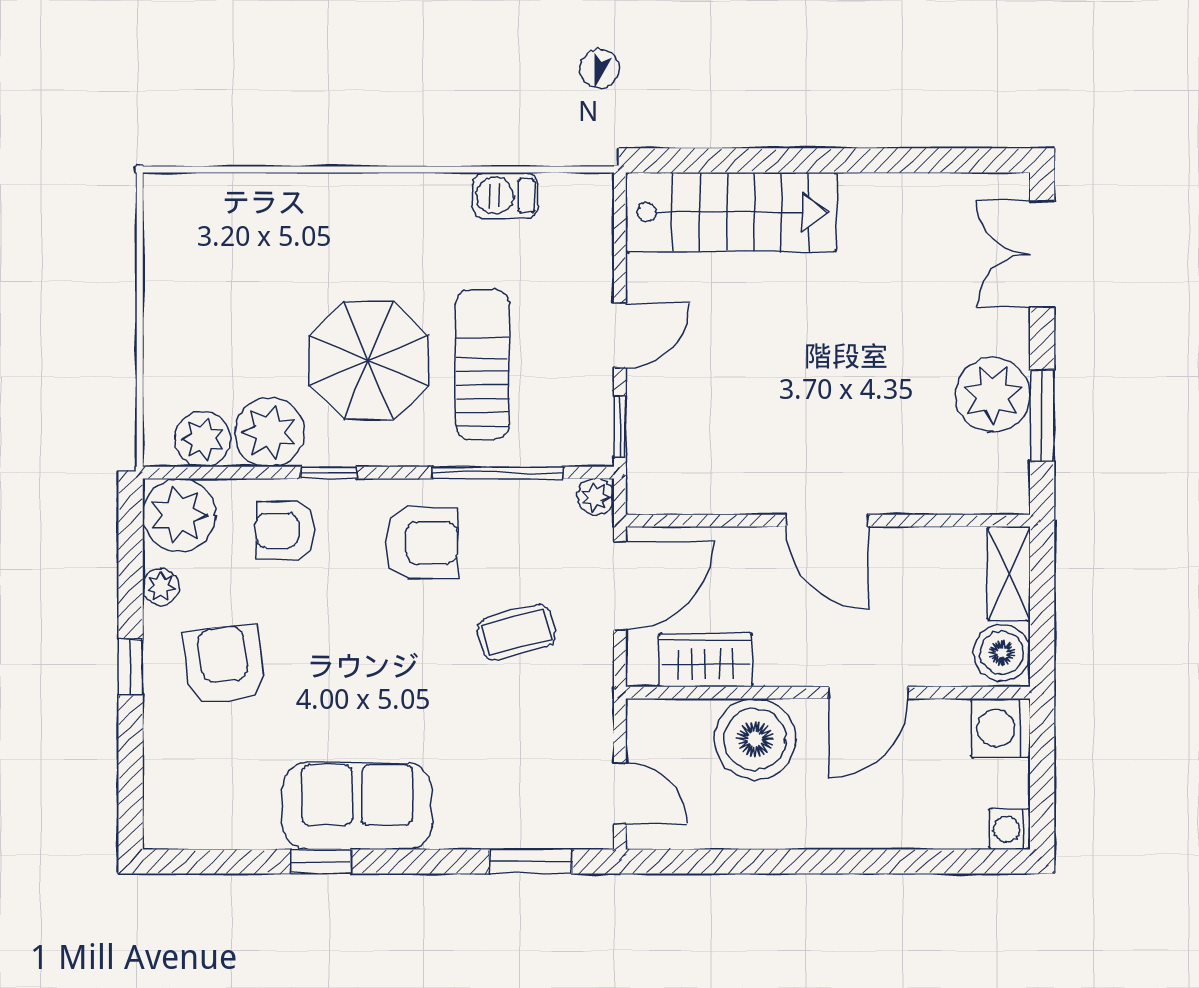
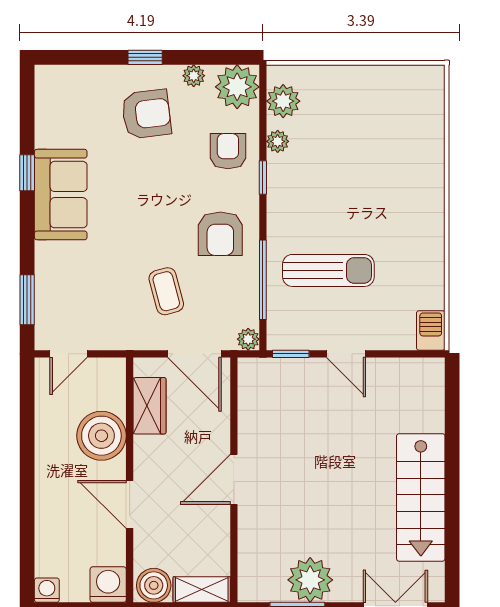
barbecue: (505, 196) -> (431, 330), moved
stairs: (731, 212) -> (421, 497), moved
parasol: (368, 361) -> (331, 201), removed
plant: (269, 432) -> (278, 141), width x0.53, depth x0.53

